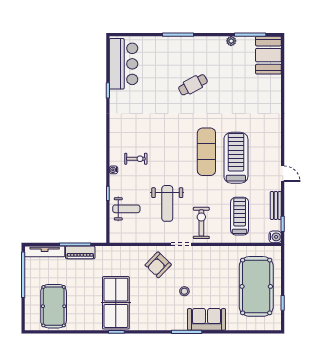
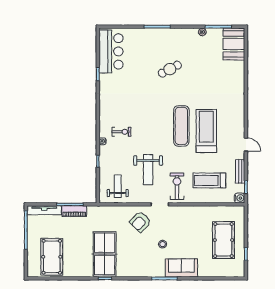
weight bench: (126, 209) -> (118, 186), moved, turned -90
treadmill: (240, 216) -> (209, 180), turned -90
pool table: (256, 286) -> (223, 240), width x0.73, depth x0.76

